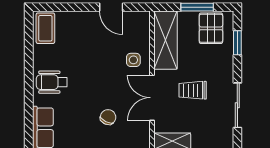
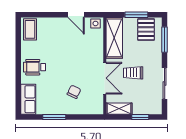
window: (237, 43) -> (165, 40), width x1.50
side table: (133, 60) -> (95, 23), moved
double door: (152, 98) -> (105, 78), swing flipped

